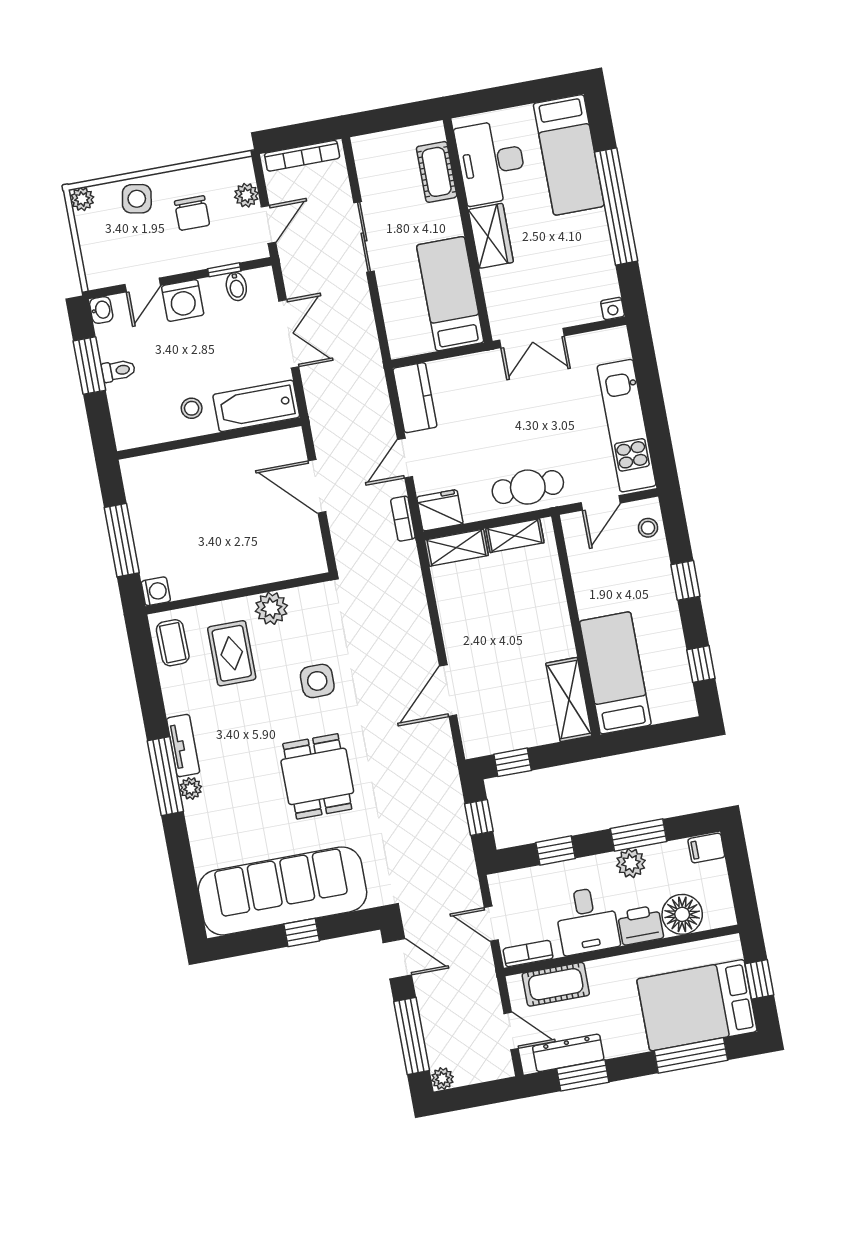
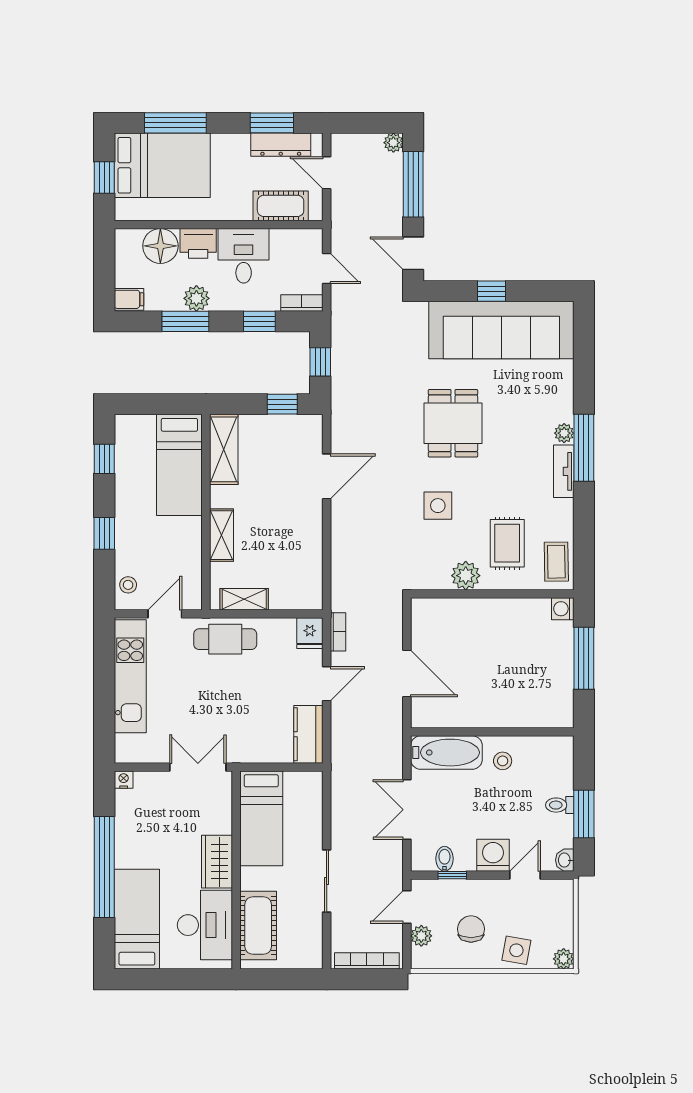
cot: (437, 172) -> (258, 926), width x1.37, depth x1.34
fridge: (440, 510) -> (310, 633), width x0.72
shelving: (456, 548) -> (222, 535), moved, turned 90
bookcase: (528, 954) -> (302, 303), moved, turned 180

